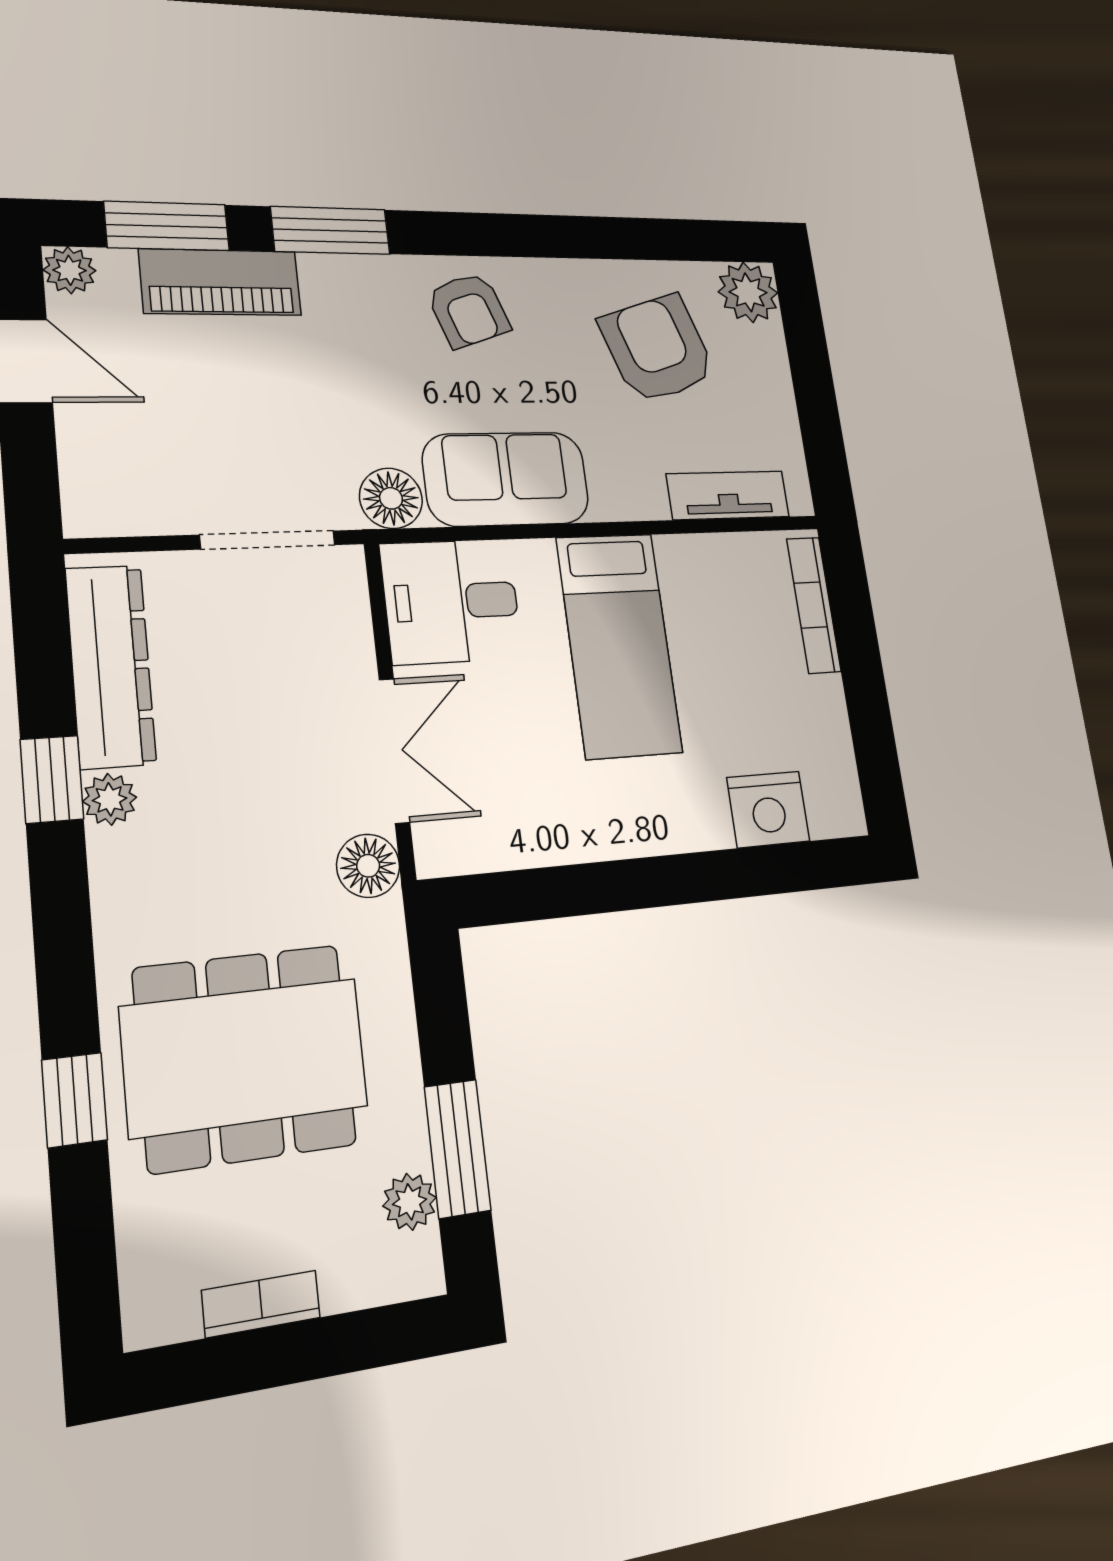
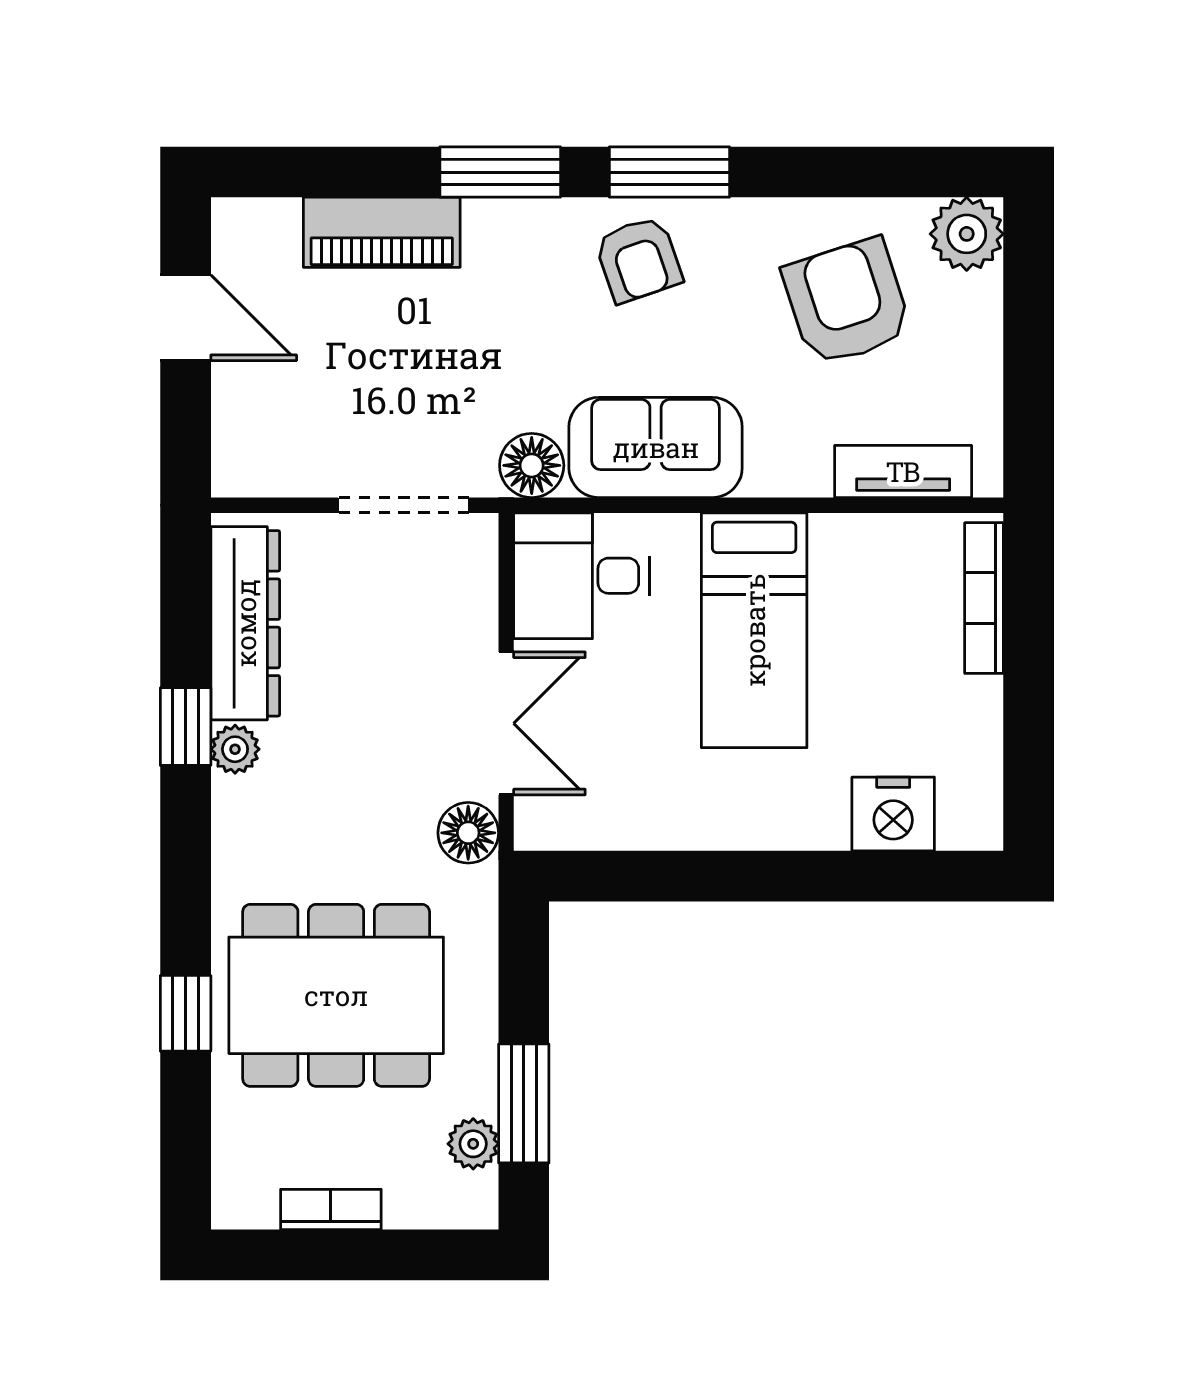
window: (167, 226) -> (669, 172), moved
plant: (70, 270) -> (236, 222), removed

